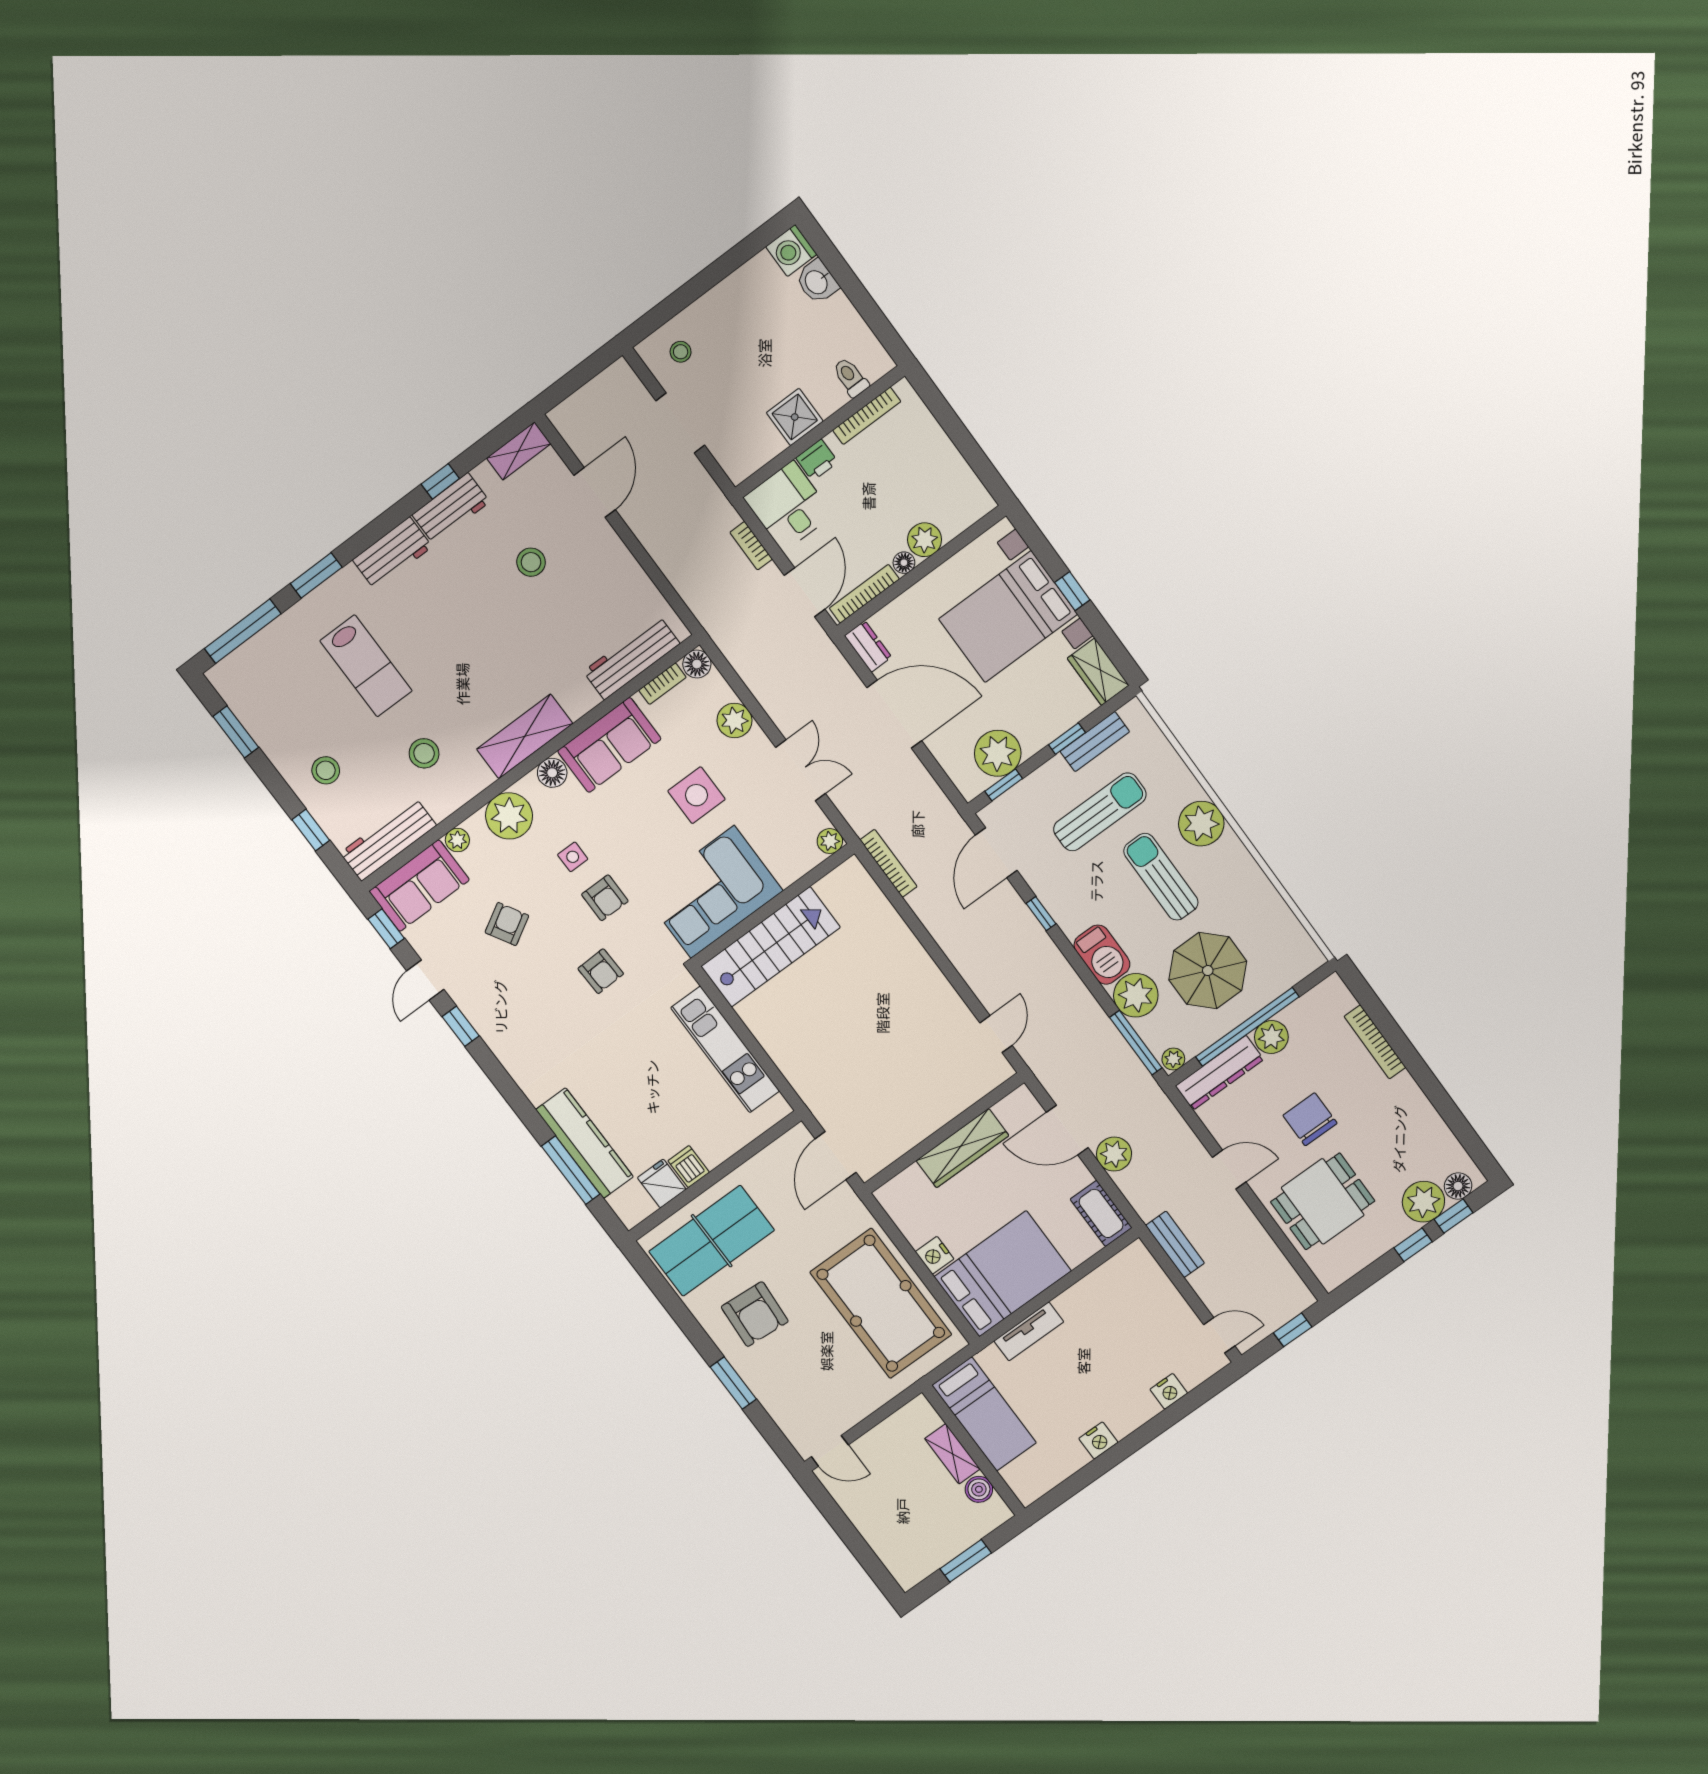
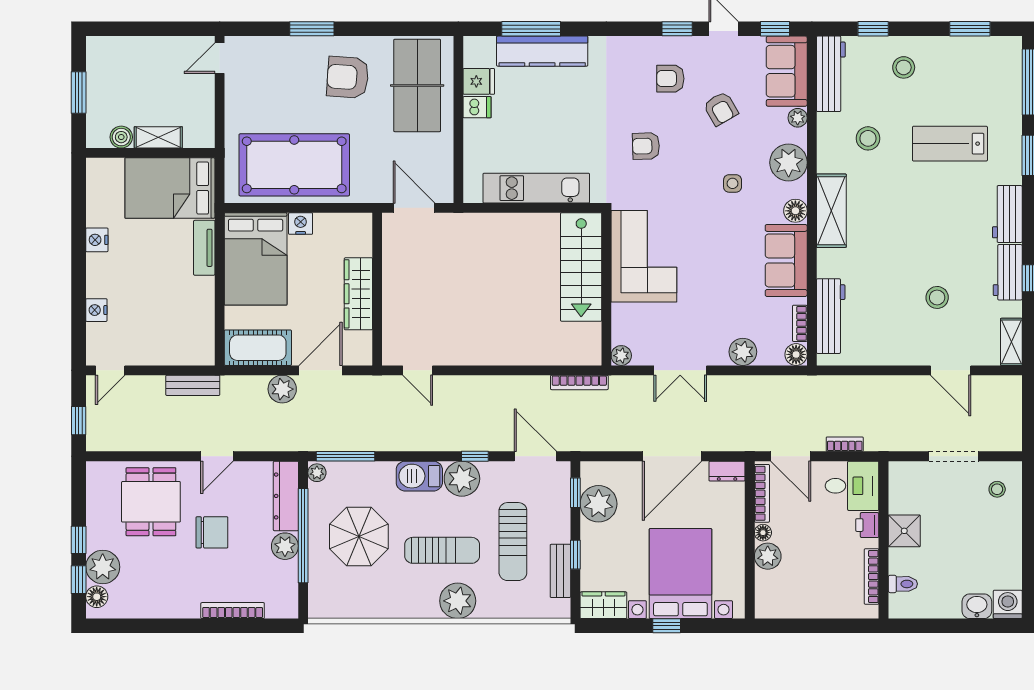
side table: (696, 795) -> (713, 292), removed
armchair: (605, 898) -> (670, 79), moved
plant: (1136, 995) -> (462, 479), moved
cot: (1101, 1213) -> (258, 348), width x1.37, depth x1.34
bed: (984, 1414) -> (170, 188), width x1.50

